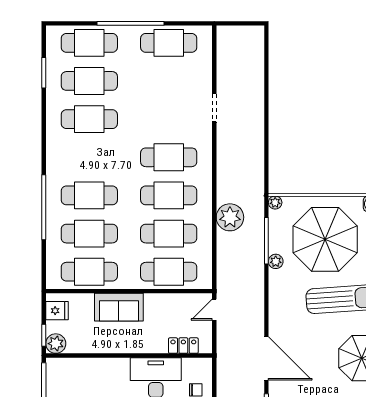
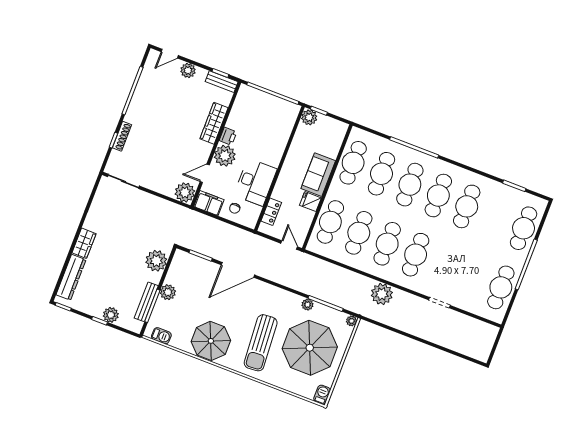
cafe table: (89, 81) -> (438, 196), moved
plant: (230, 217) -> (382, 294), moved
fridge: (57, 311) -> (310, 202), moved, turned 90

